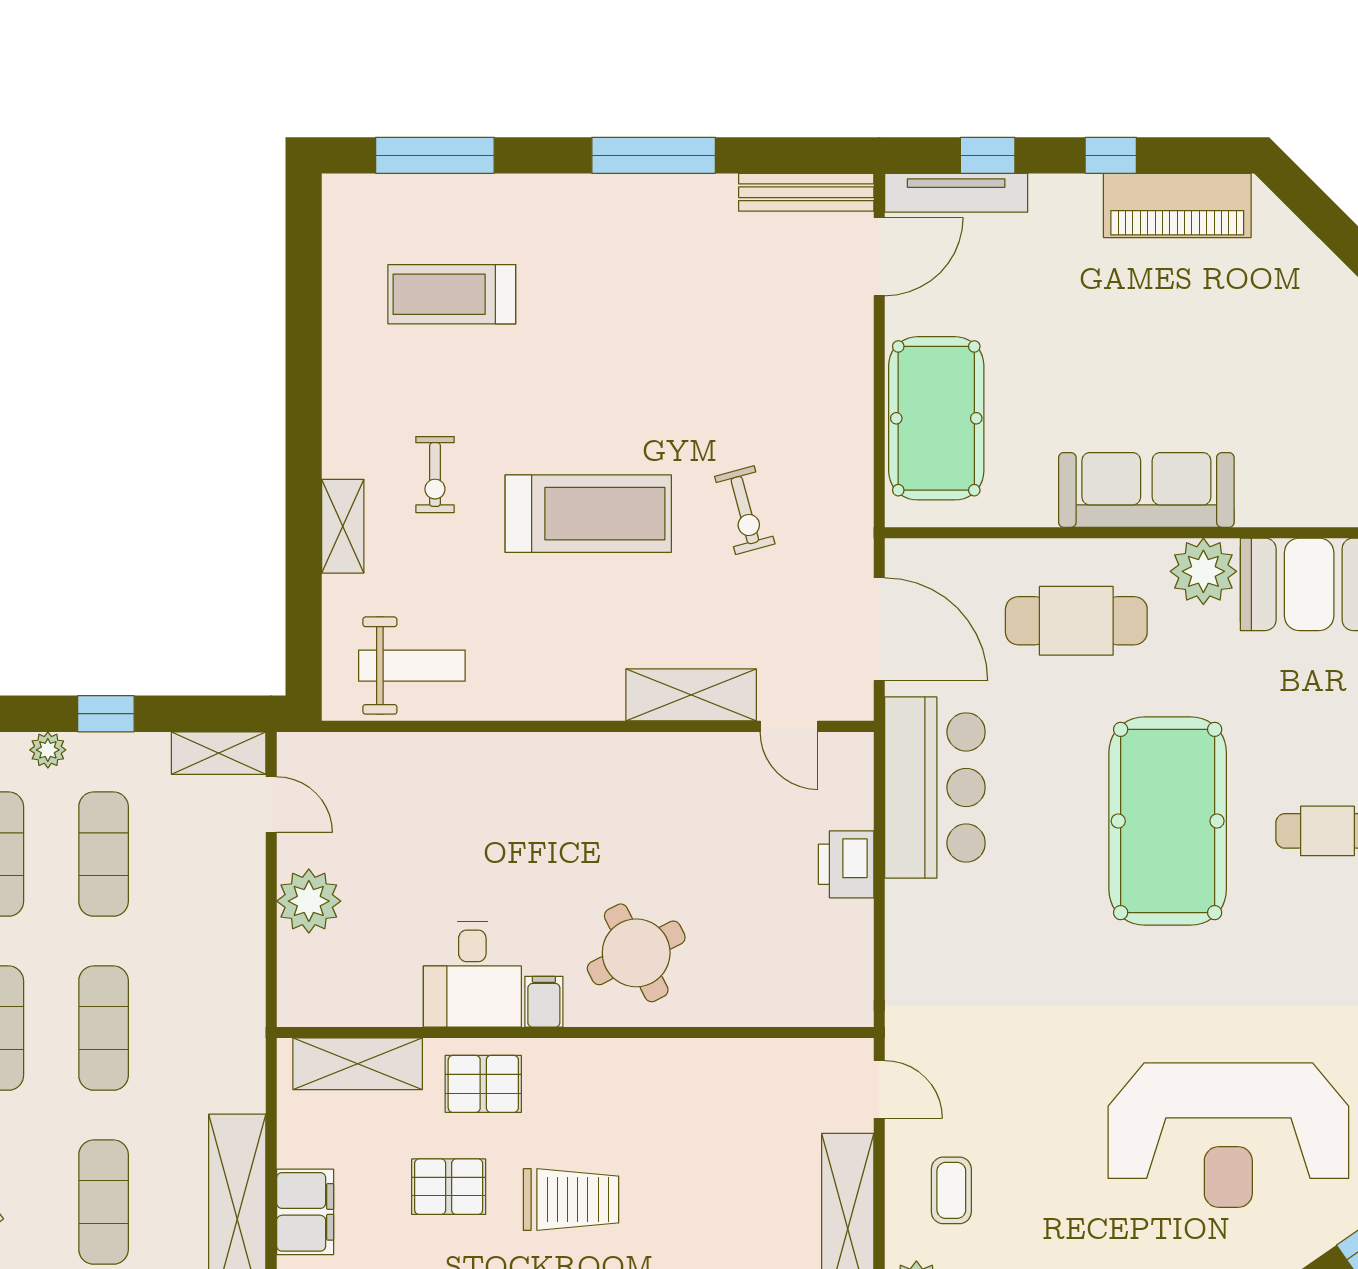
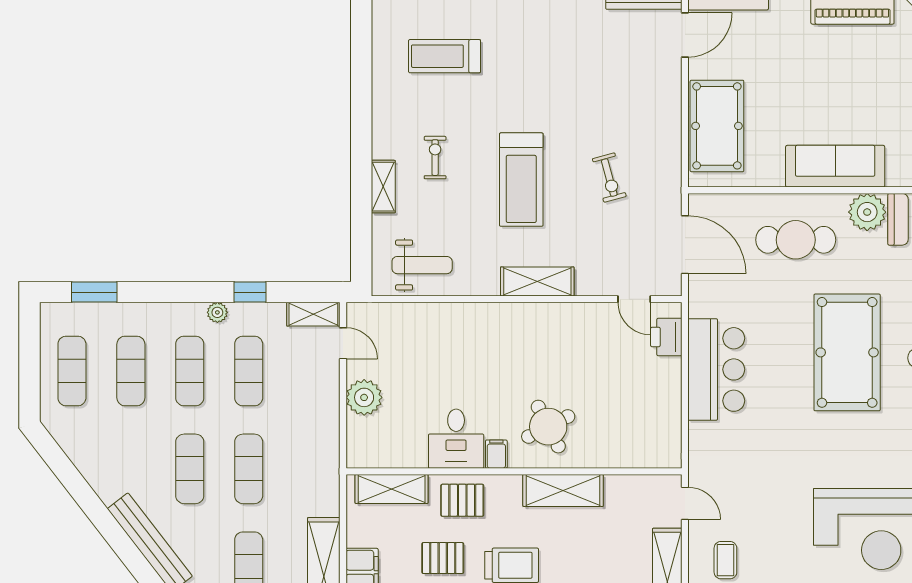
exercise bike: (435, 475) -> (435, 158), turned 180
treadmill: (588, 514) -> (521, 180), turned 90
shelving: (691, 695) -> (537, 281), moved
bar counter: (935, 787) -> (716, 369), moved
printer: (846, 864) -> (666, 337), moved
shelving: (663, 1066) -> (563, 490), added

